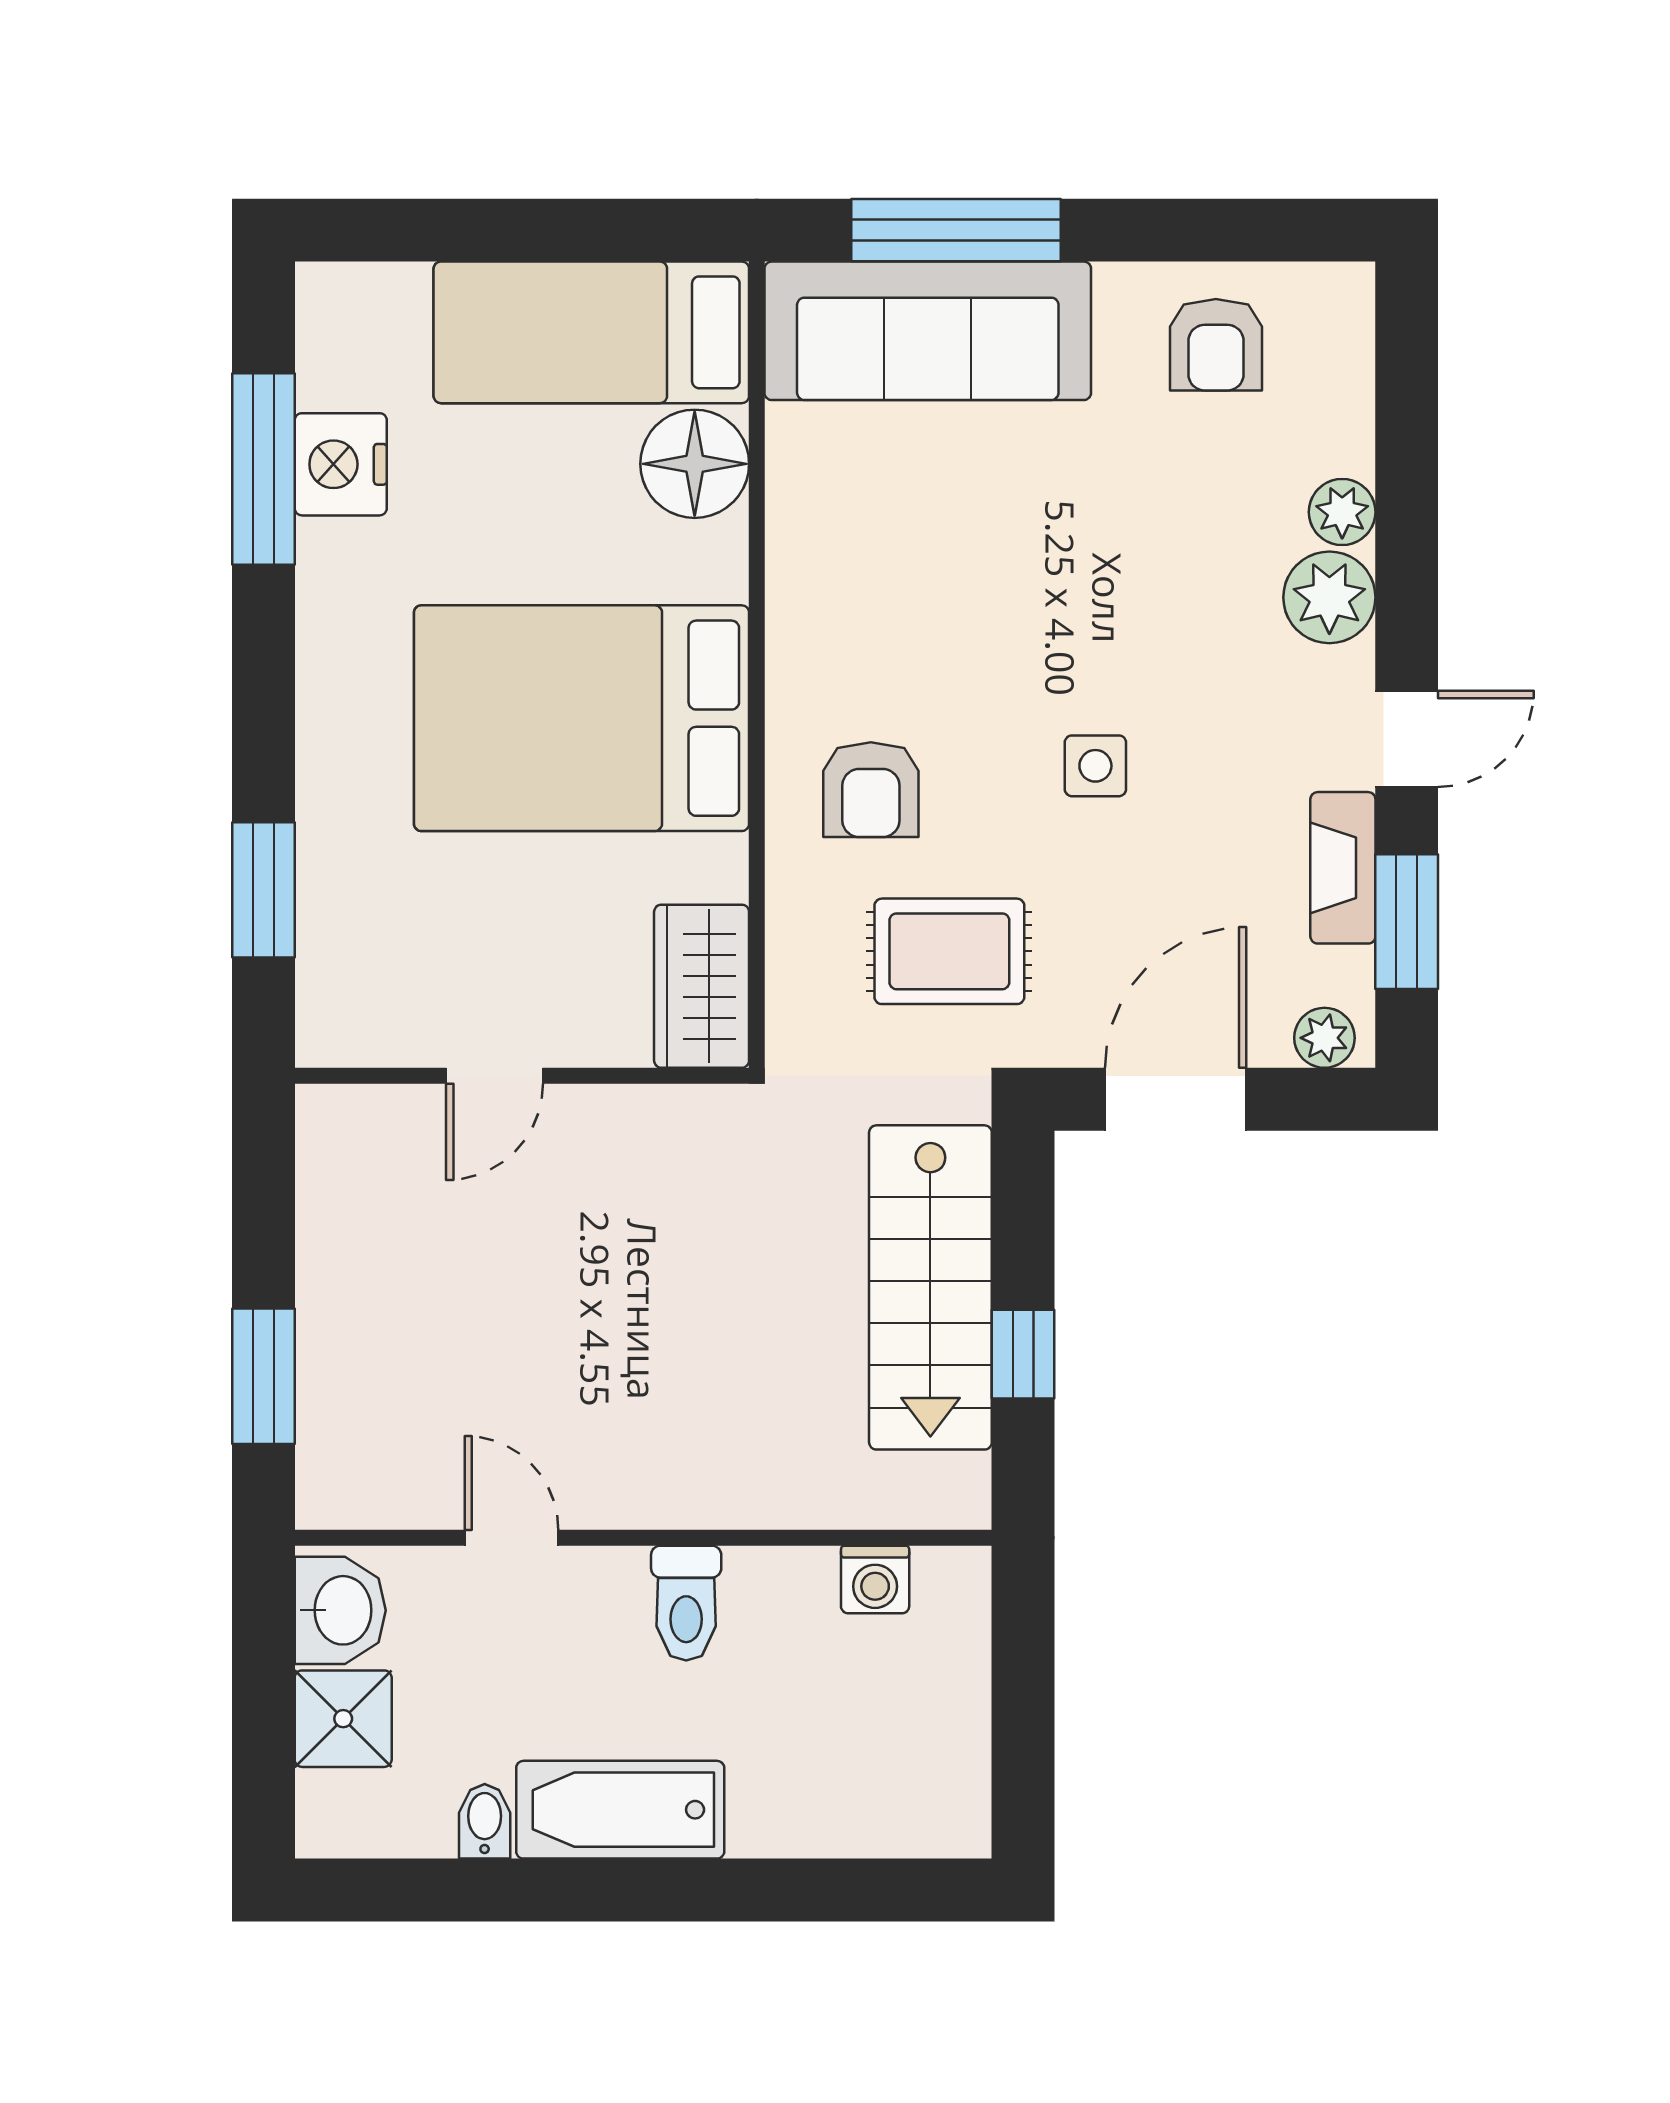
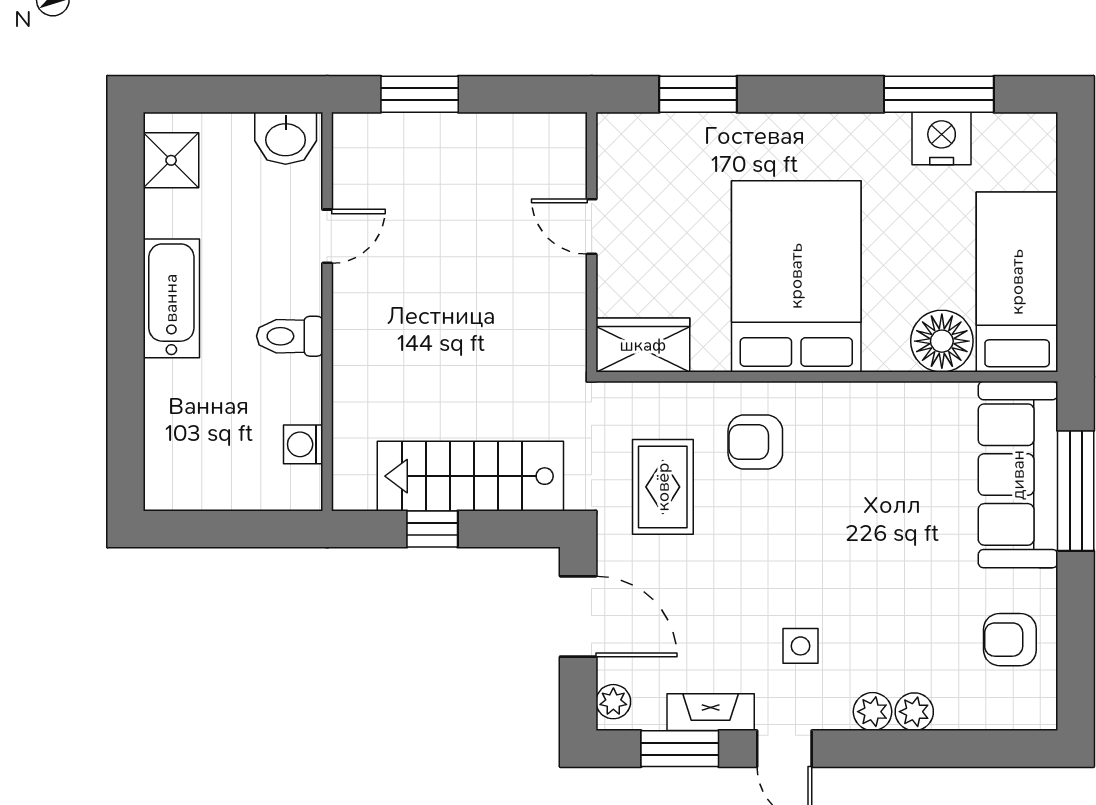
plant: (1329, 597) -> (873, 712), width x0.73, depth x0.73
side table: (1095, 766) -> (800, 646), moved
shower: (343, 1719) -> (171, 160), moved
bidet: (485, 1821) -> (165, 221), removed

